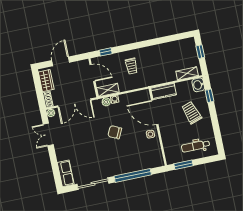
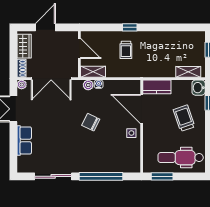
window: (106, 52) -> (130, 27), moved
dental chair: (196, 146) -> (181, 158), width x1.36, depth x1.38
row of seats: (66, 173) -> (24, 140), moved

